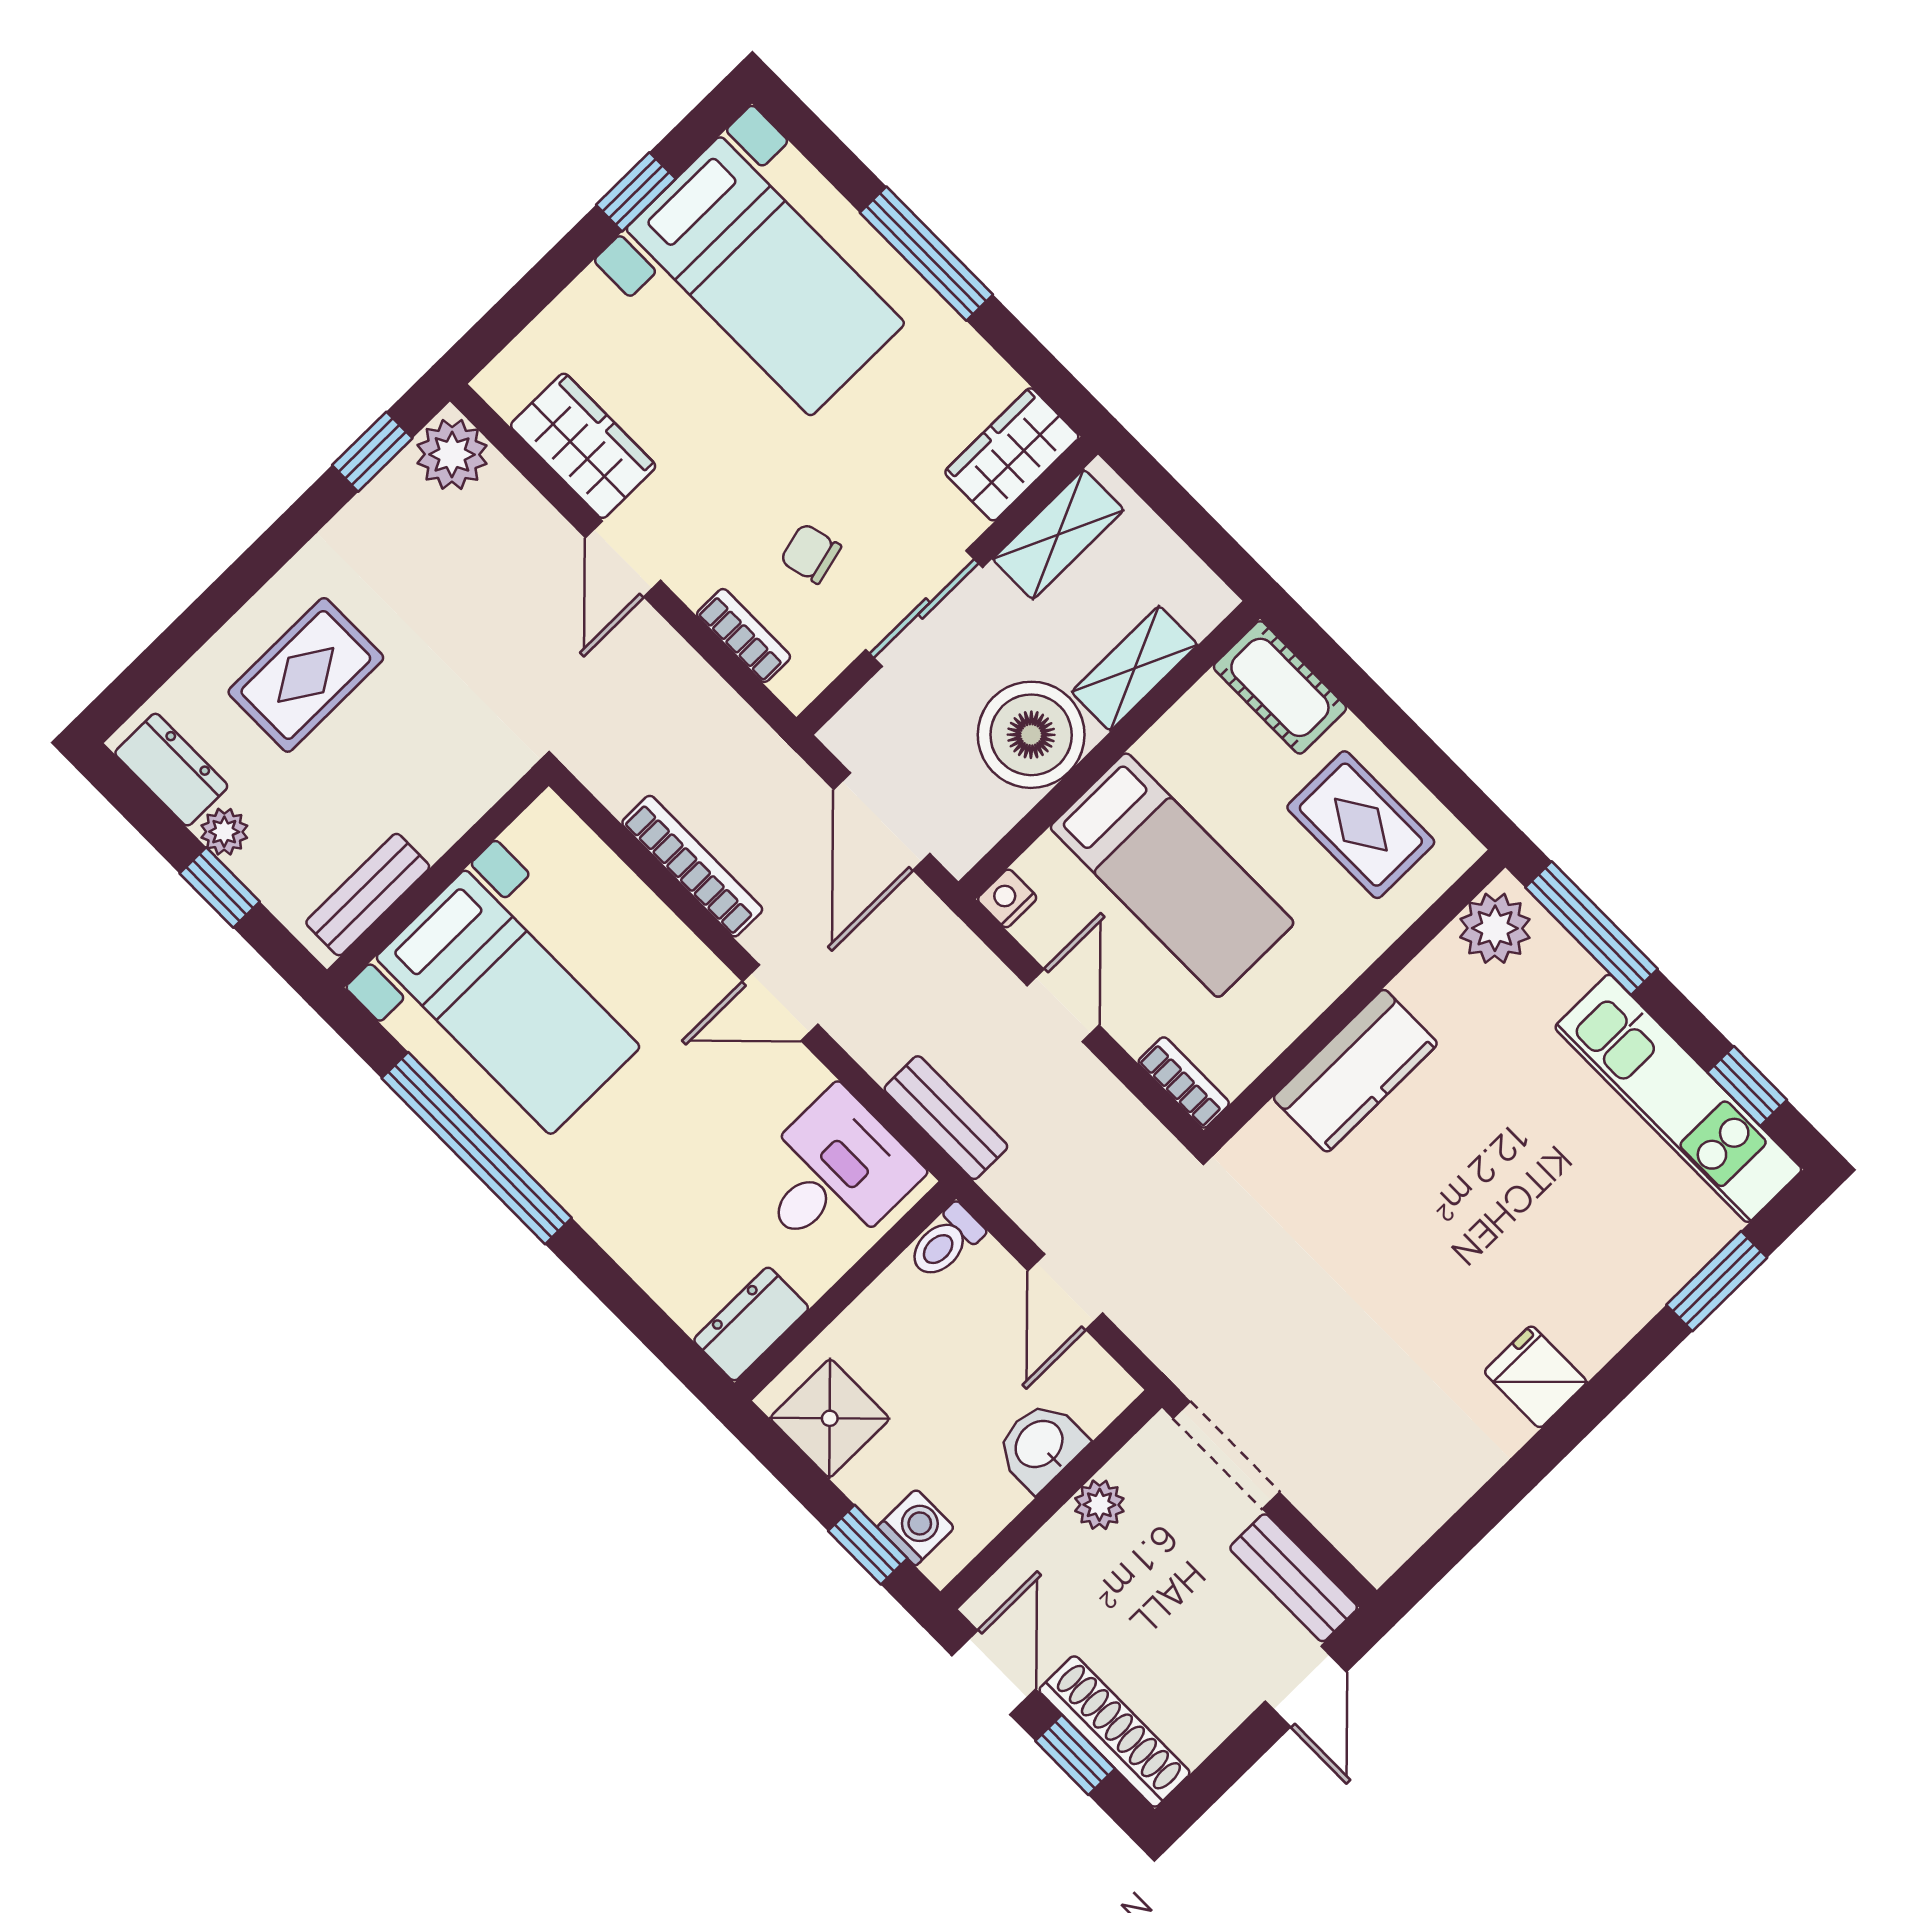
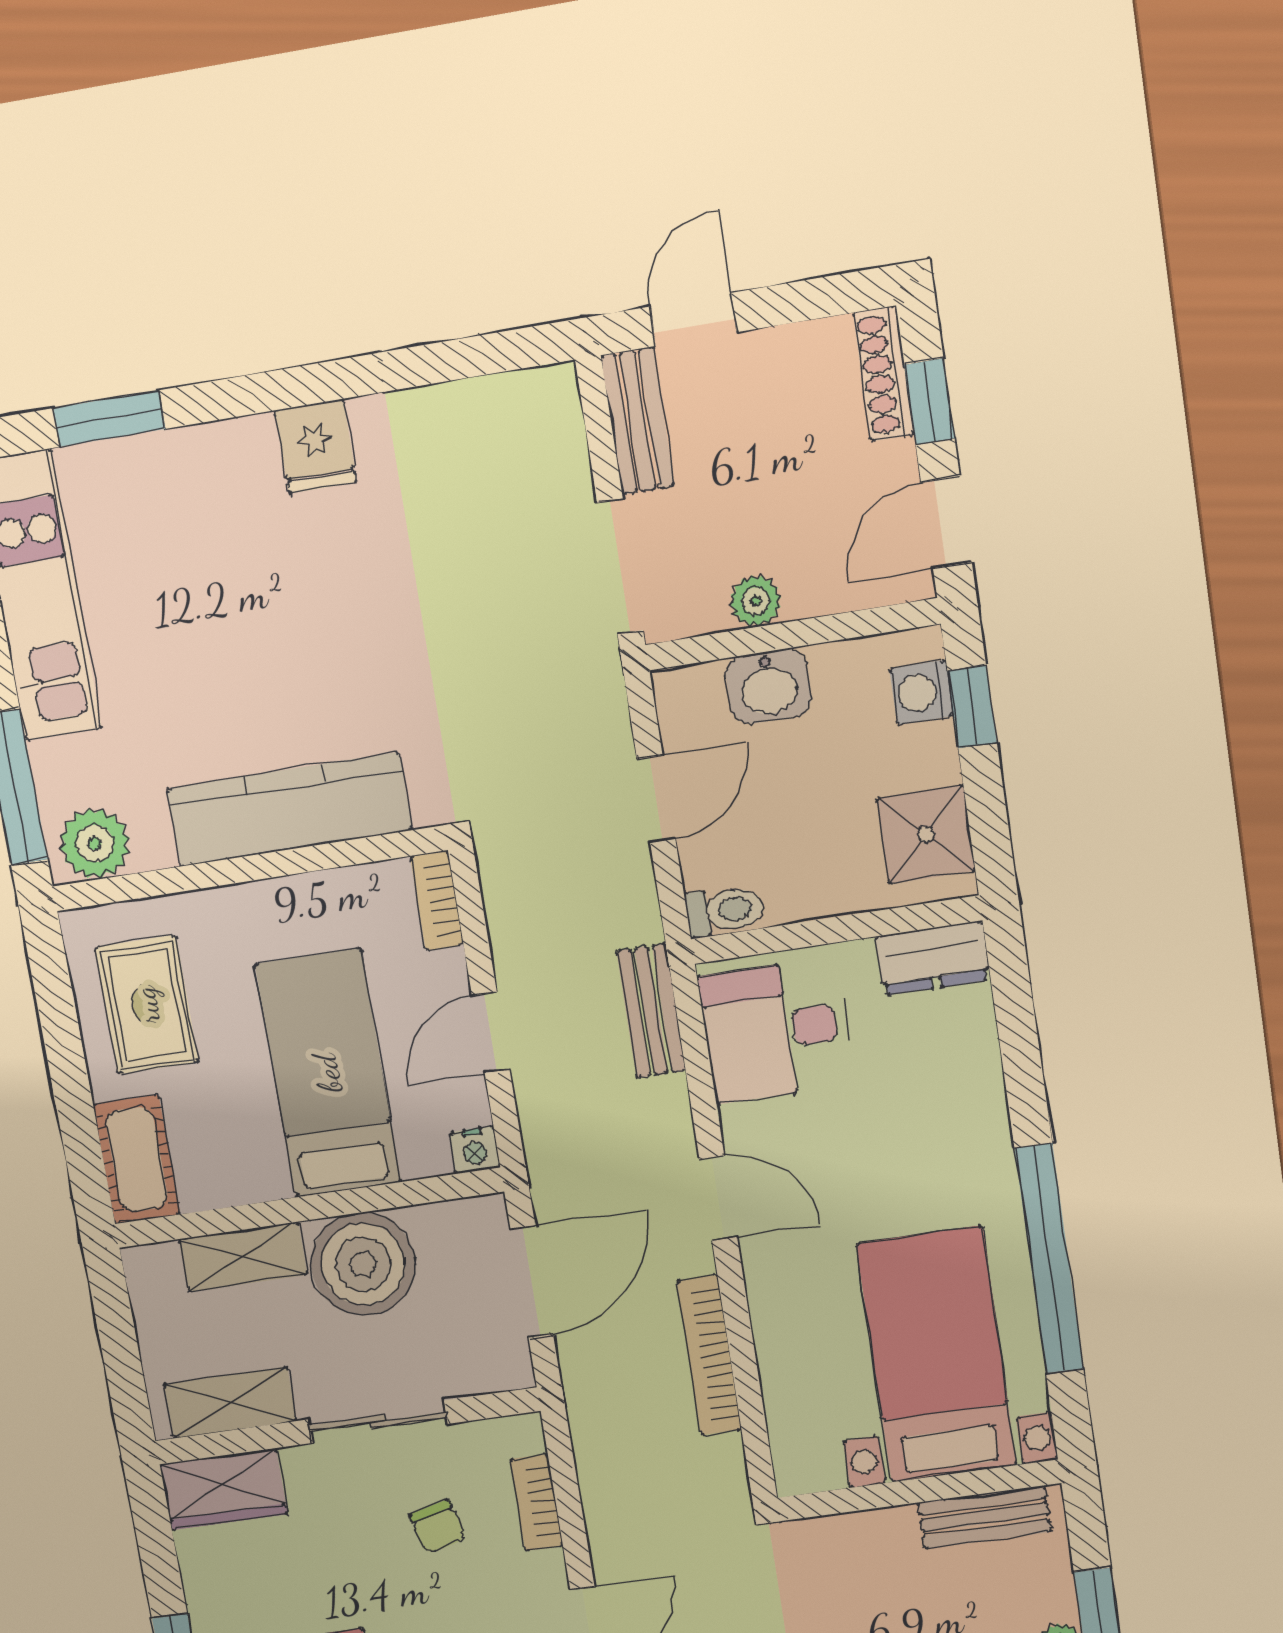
kitchen counter: (1355, 1071) -> (289, 809), width x1.50
shoe rack: (1114, 1731) -> (884, 374), width x0.74, depth x0.81

